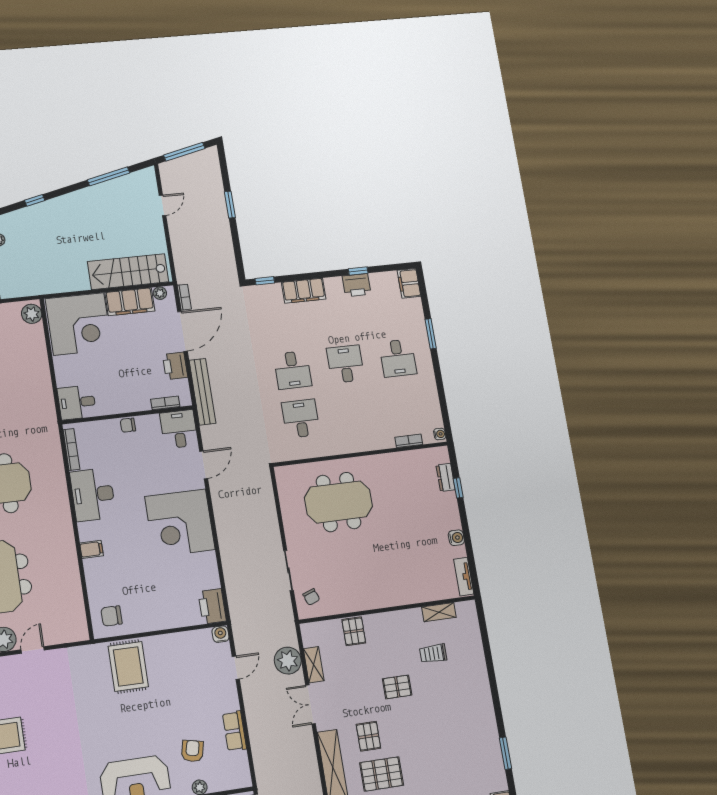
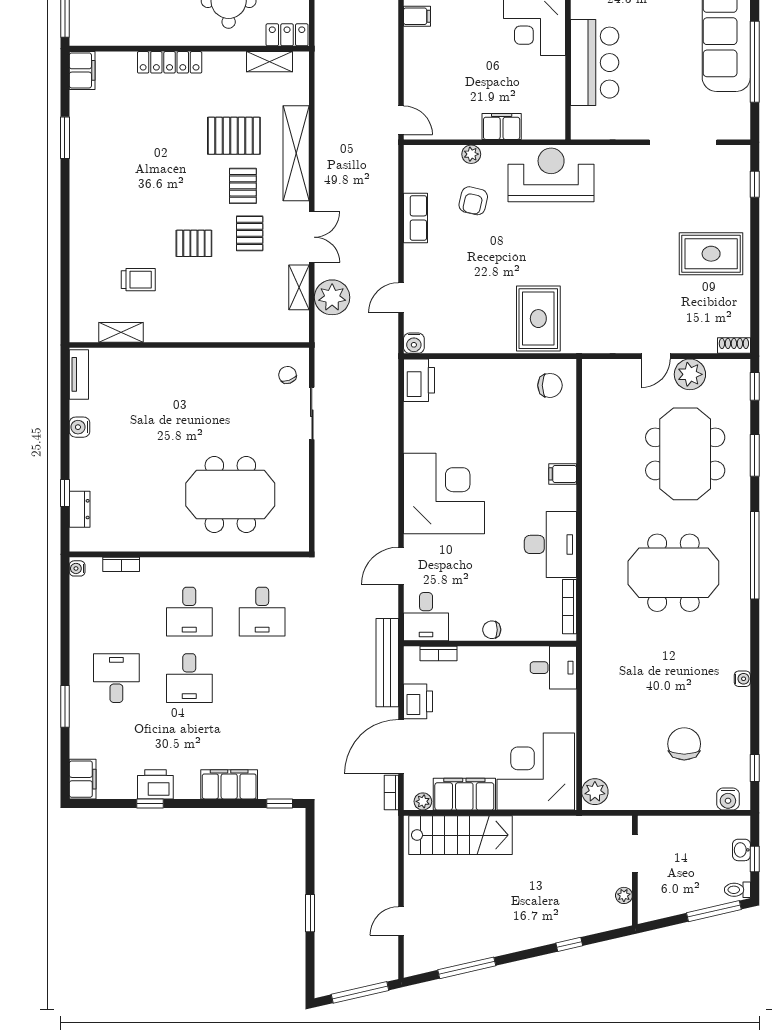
desk: (293, 370) -> (189, 612), moved, turned 180
chair: (128, 425) -> (492, 630), turned 180
pallet: (354, 631) -> (250, 233), moved

